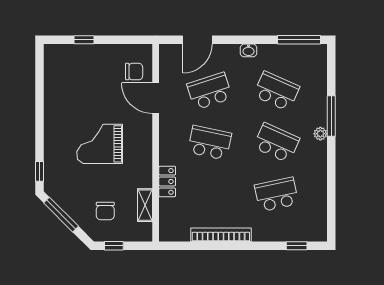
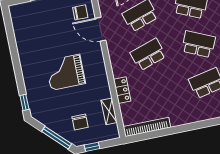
school desk: (210, 143) -> (148, 54), turned -30
window: (61, 215) -> (57, 138), moved
bookcase: (221, 235) -> (147, 127), moved

